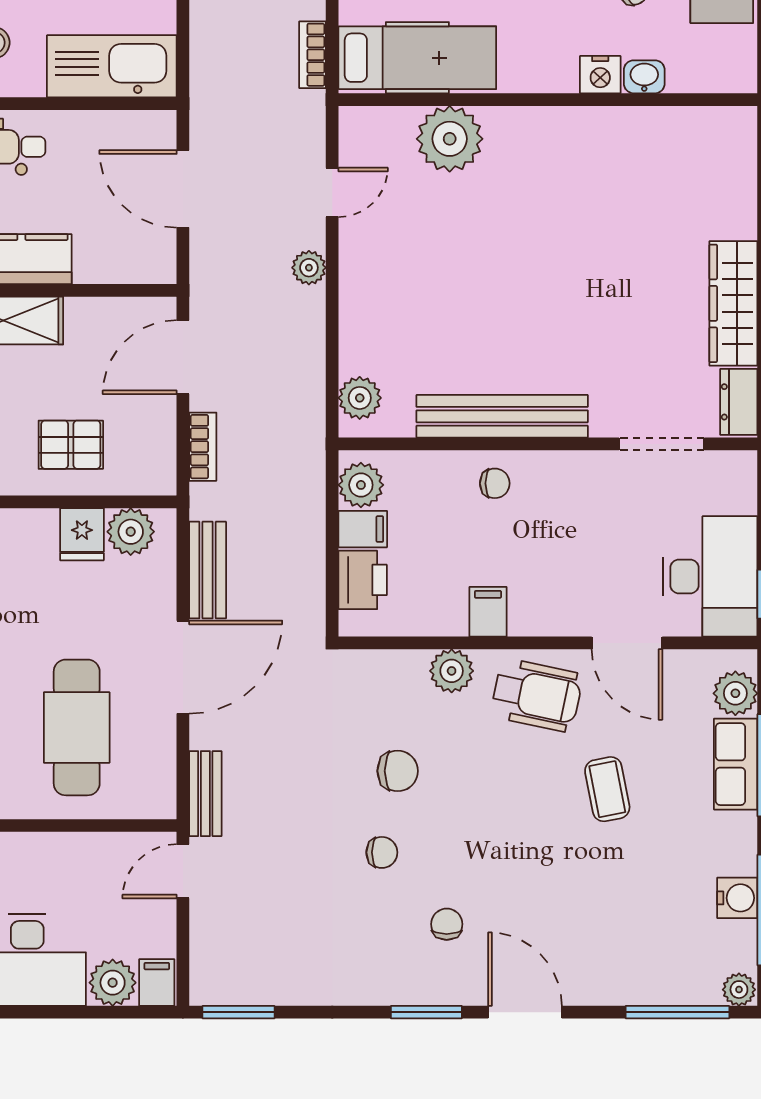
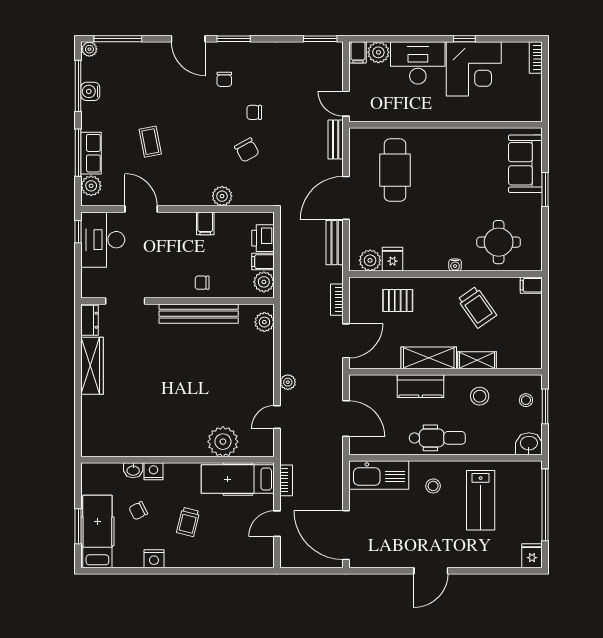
wheelchair: (537, 695) -> (183, 185), removed
chair: (398, 771) -> (247, 150), turned -119
door: (183, 871) -> (346, 104), swing flipped

